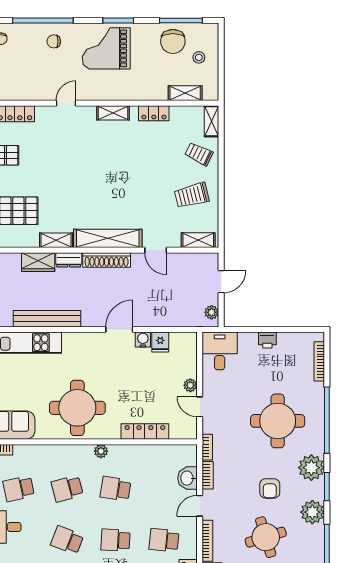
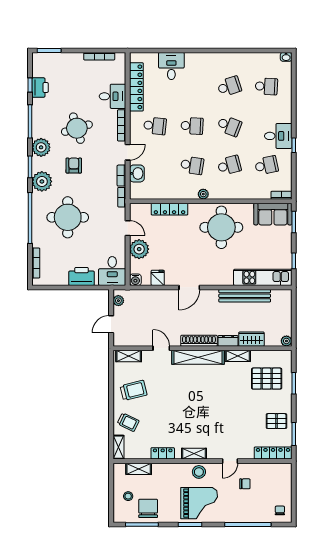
chair: (54, 41) -> (245, 484), moved
stool: (107, 89) -> (199, 472), added
water cooler: (143, 340) -> (135, 280), moved
printer: (267, 340) -> (82, 276), width x1.87, depth x1.48
plant: (190, 385) -> (139, 249), width x1.87, depth x1.87

